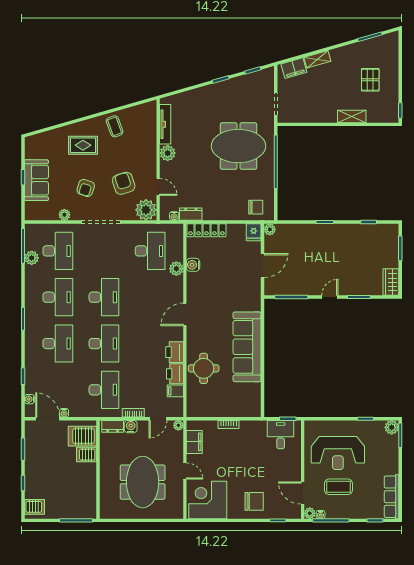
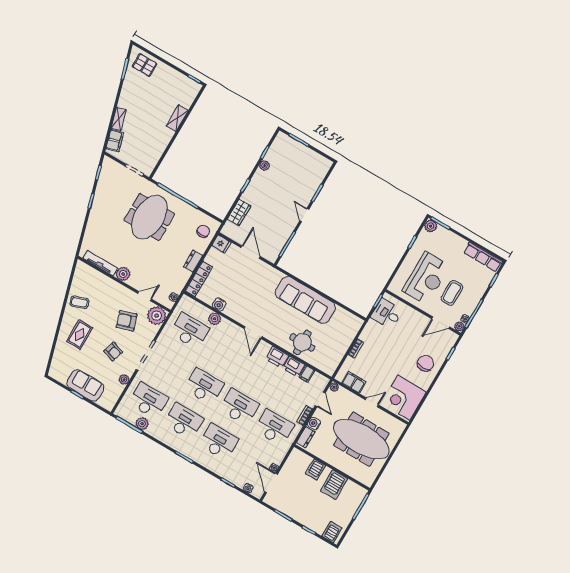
pallet: (370, 80) -> (145, 65), moved
dresser: (191, 214) -> (193, 261), moved
plant: (270, 229) -> (264, 166), moved
wardrobe: (391, 282) -> (239, 212), moved, turned -90
door: (48, 419) -> (271, 483), hinge flipped
server rack: (82, 436) -> (334, 485), moved
meeting table: (143, 482) -> (361, 439), width x1.36

